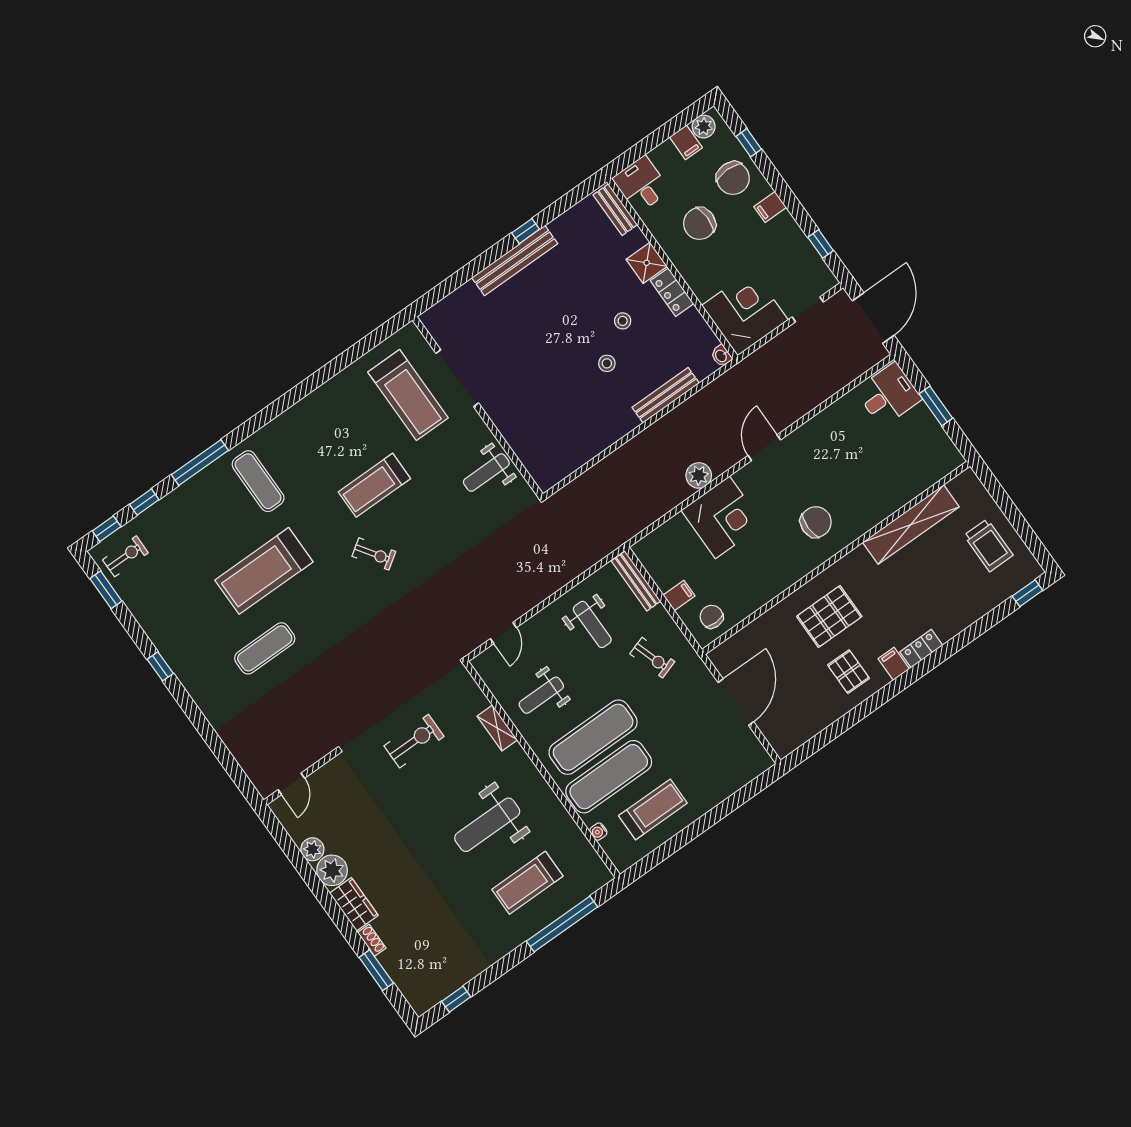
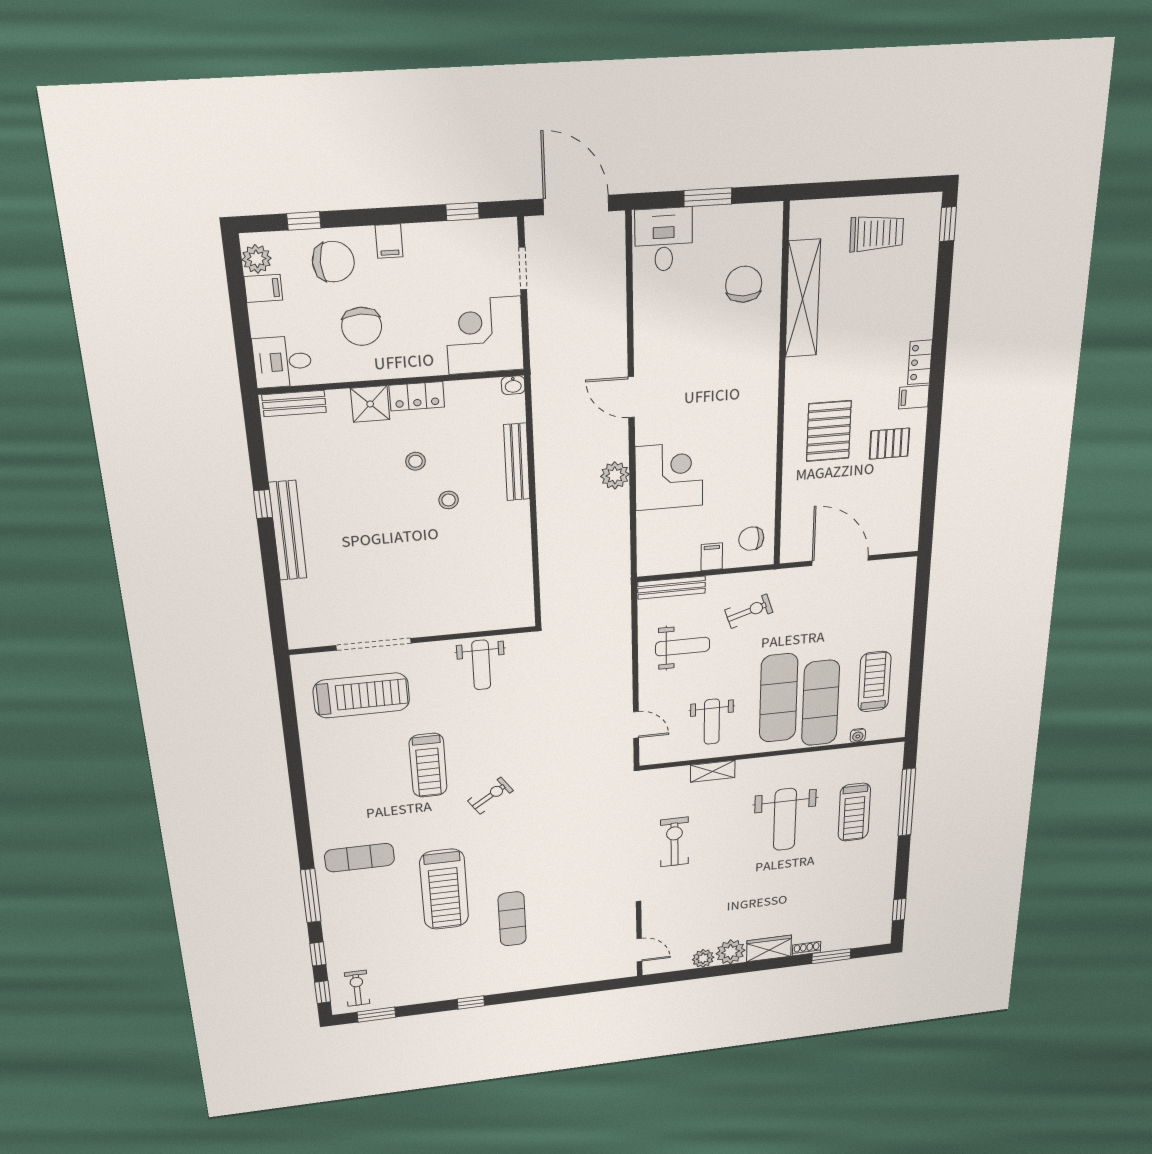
chair: (816, 522) -> (744, 284), moved

